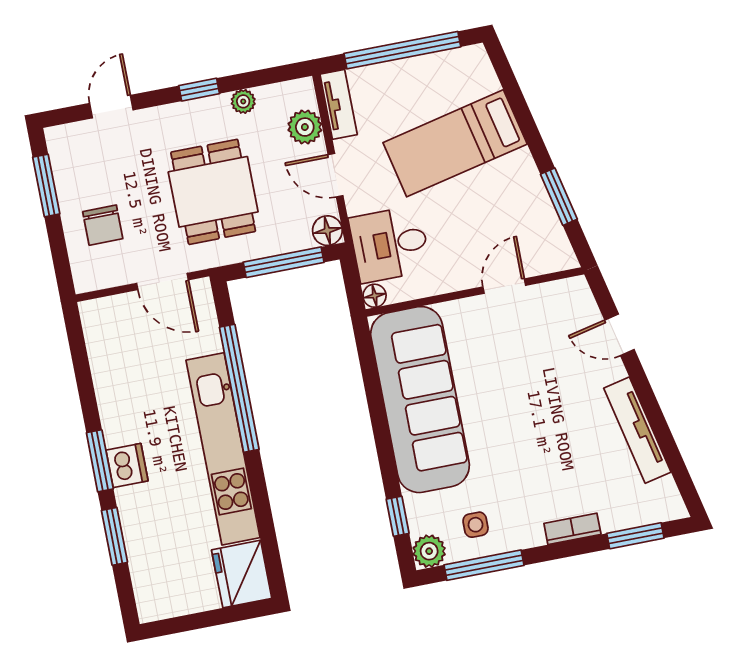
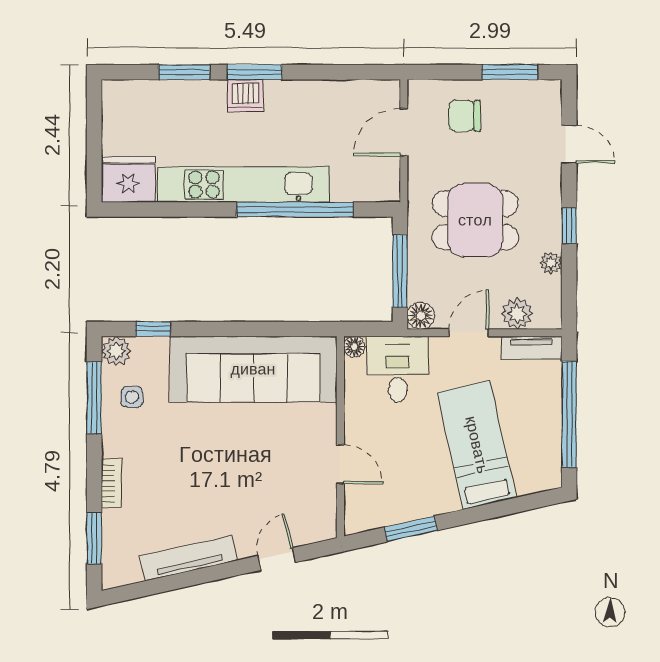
door: (163, 282) -> (404, 132), moved

